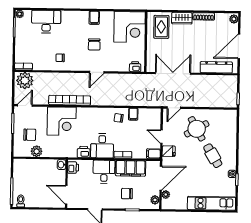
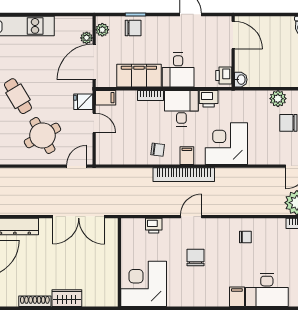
filing cabinet: (94, 18) -> (237, 297), moved
rug: (161, 27) -> (97, 285), removed
printer: (135, 67) -> (154, 226), moved
bookcase: (70, 100) -> (184, 175), moved
filing cabinet: (133, 114) -> (187, 156), moved
corner desk: (62, 121) -> (226, 144), moved
chair: (127, 194) -> (133, 28), moved

